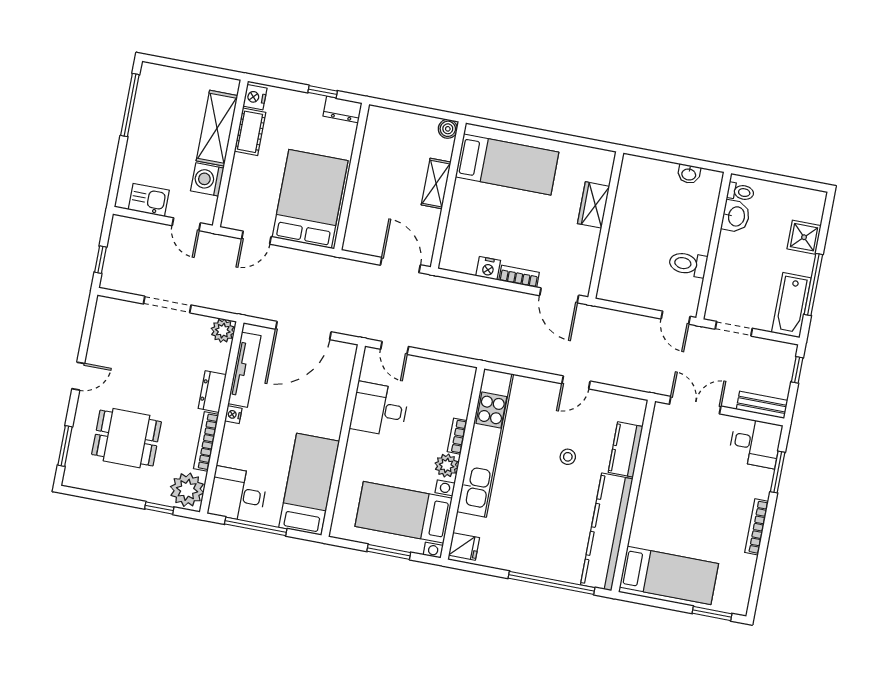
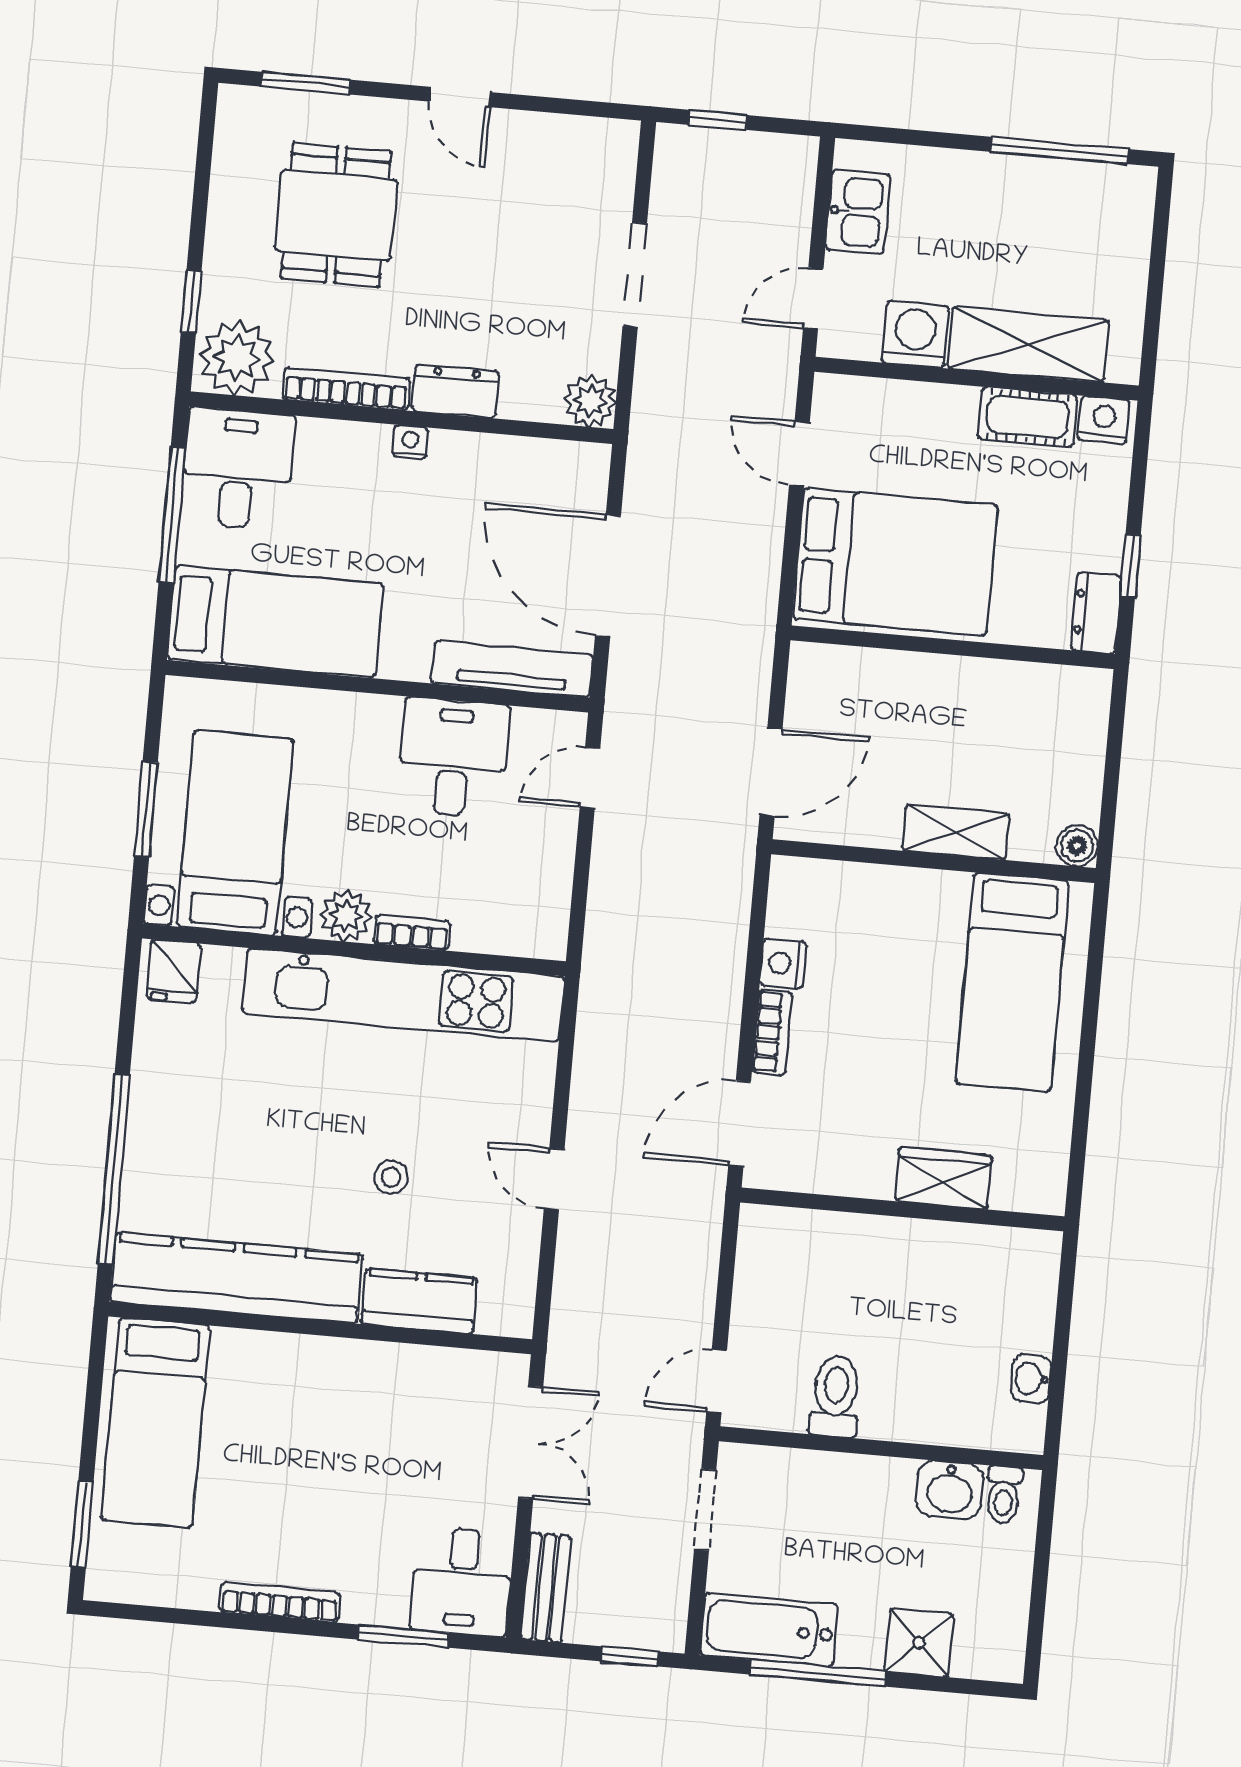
tv unit: (244, 370) -> (512, 669), moved, turned 180

